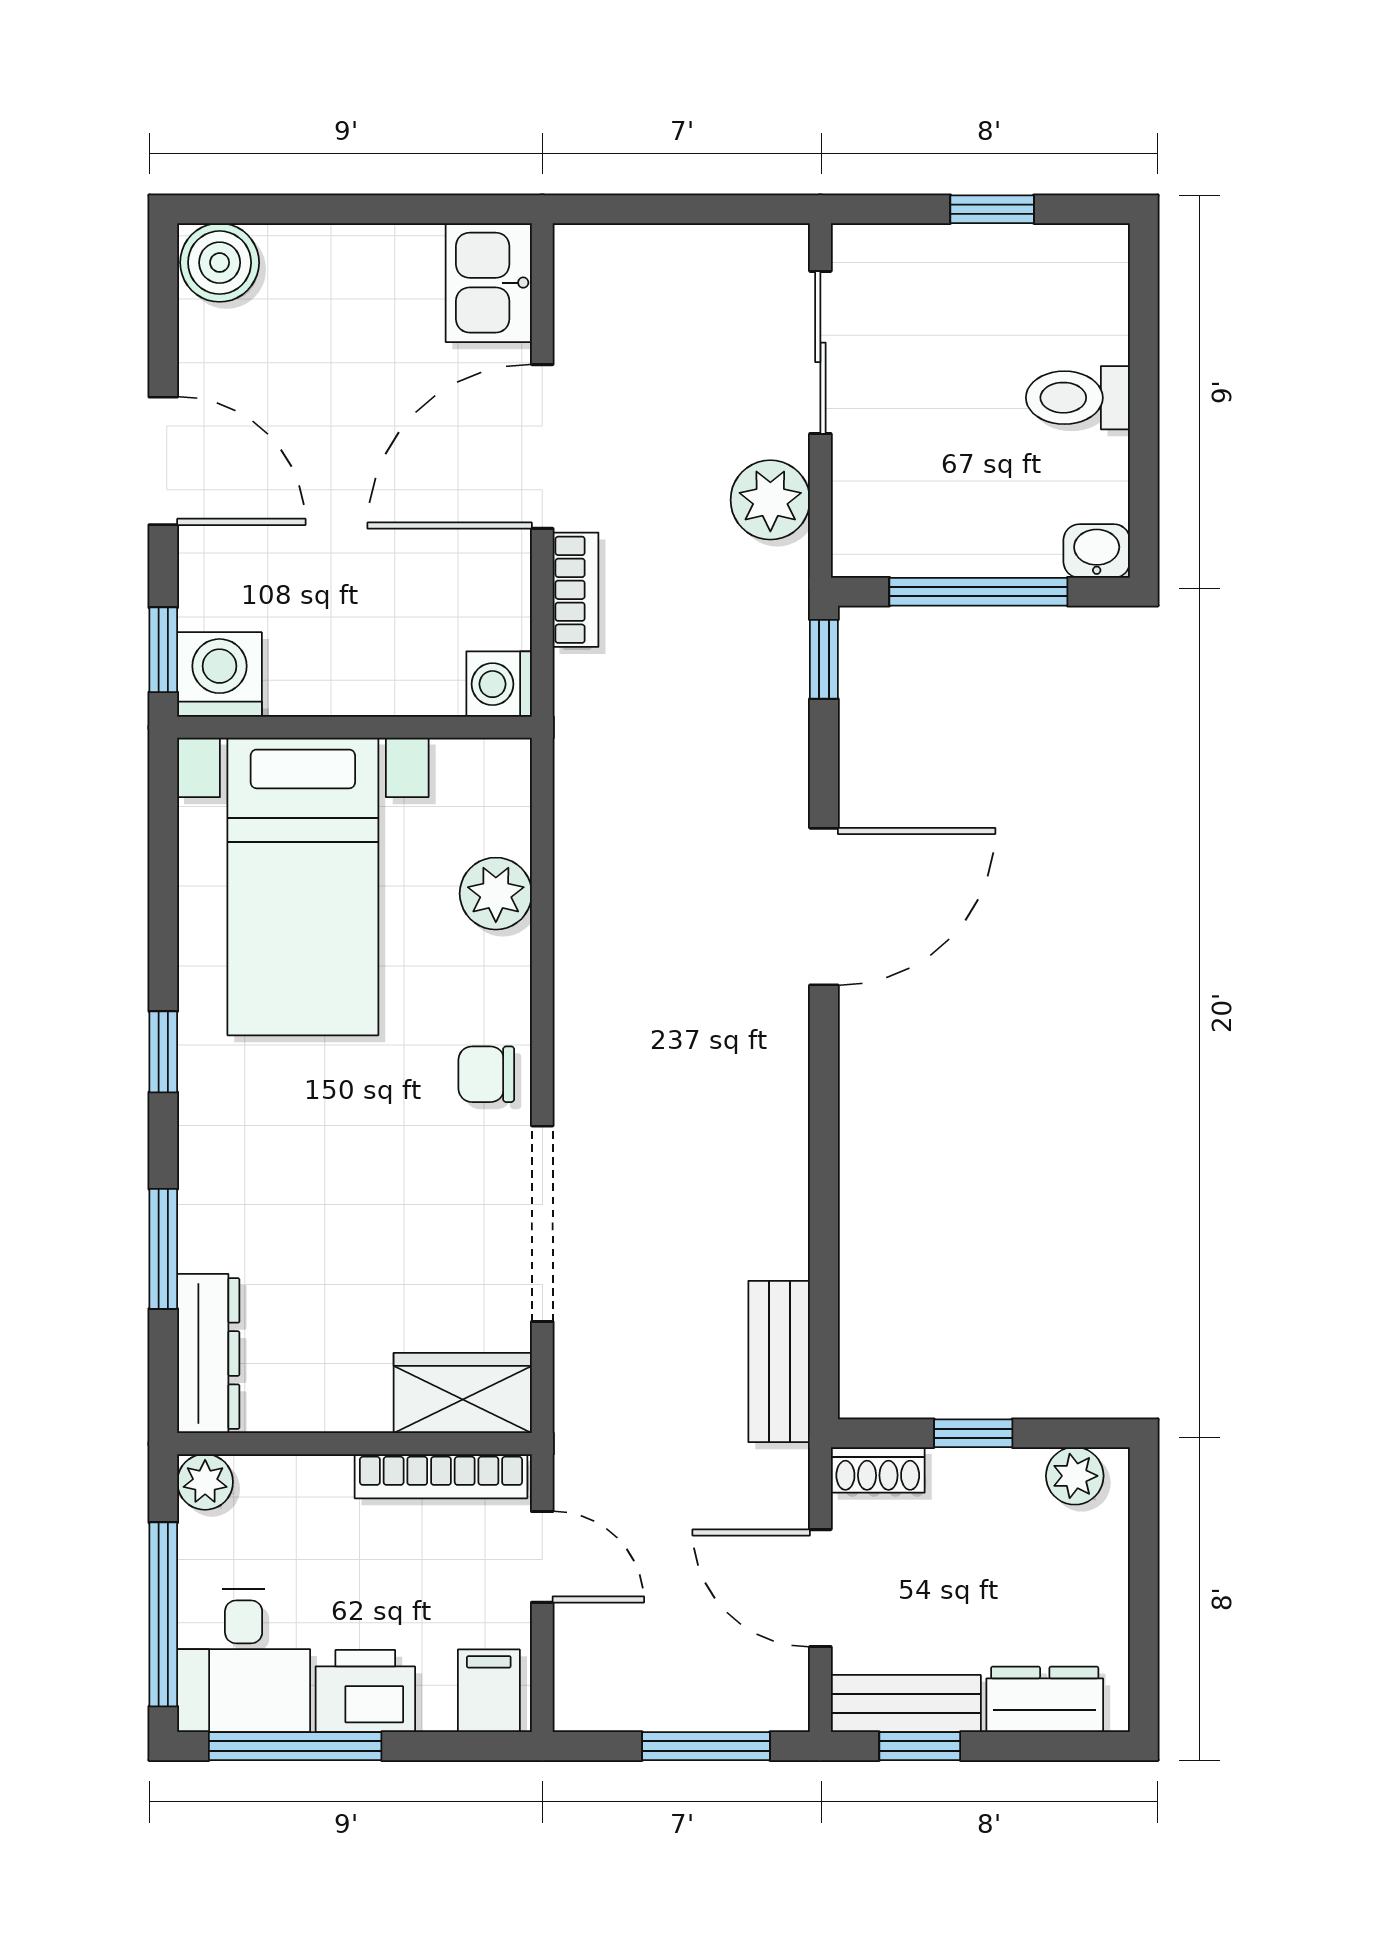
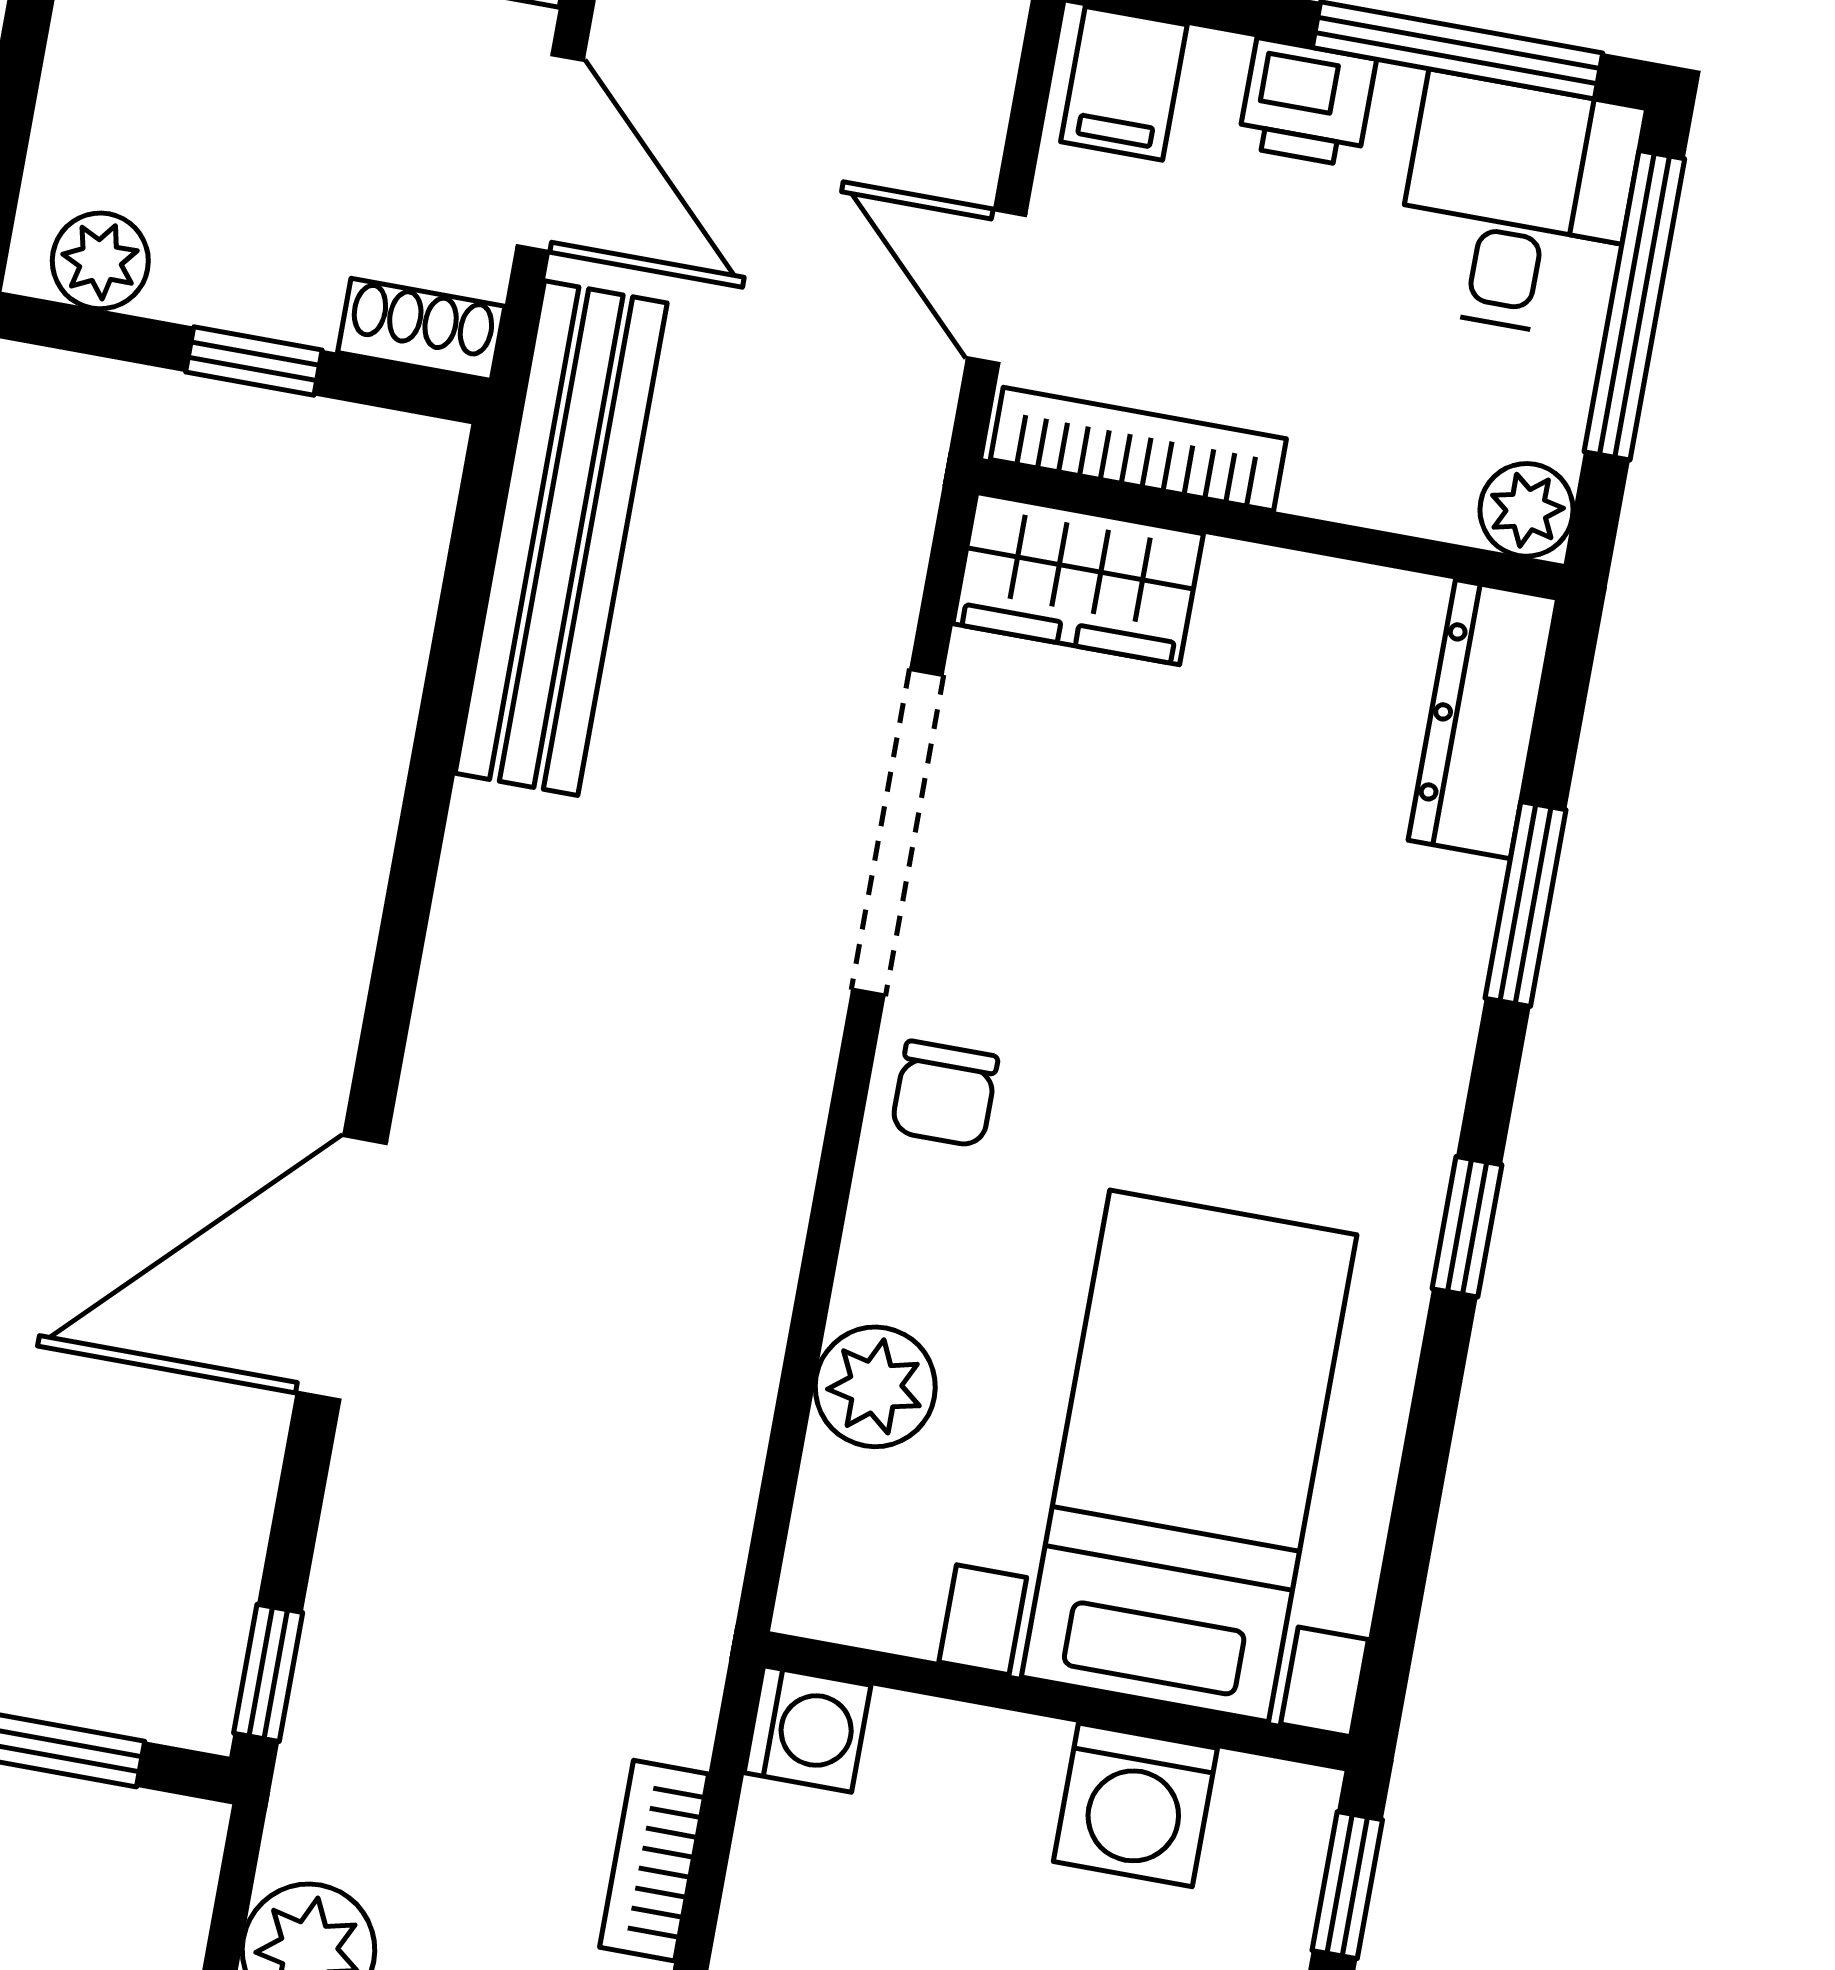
washing machine: (219, 675) -> (1135, 1805), moved
chair: (486, 1074) -> (945, 1094), turned 90
bench: (779, 1362) -> (561, 538), width x1.86, depth x1.21
printer: (365, 1691) -> (1307, 103), width x0.73, depth x0.81

